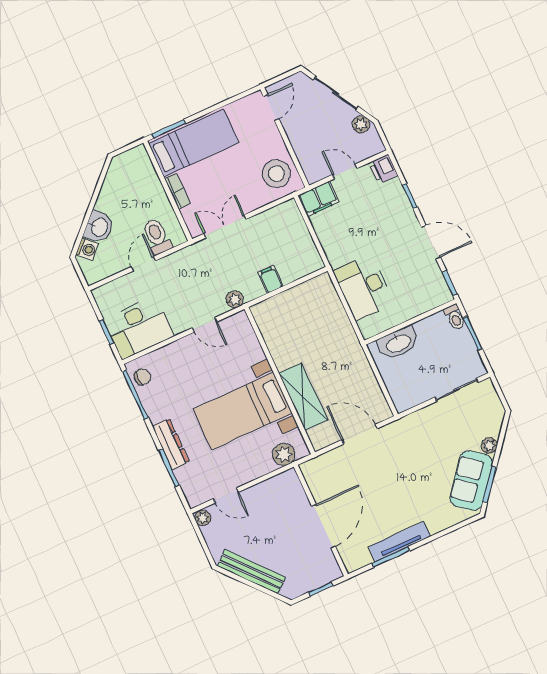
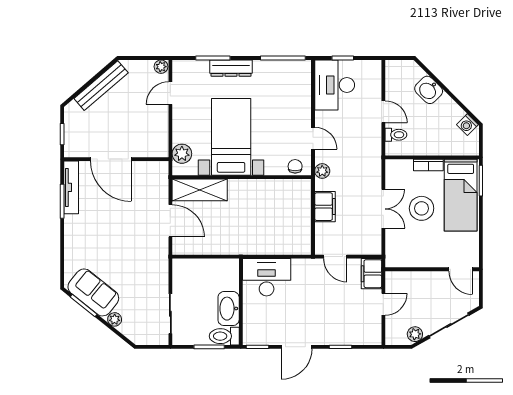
printer: (383, 169) -> (371, 336), removed
stool: (276, 174) -> (422, 208), moved
double door: (225, 226) -> (383, 209), moved
toilet: (157, 236) -> (396, 135), width x0.73, depth x0.72
door: (318, 245) -> (335, 257), added
washing machine: (87, 249) -> (467, 125), moved
filing cabinet: (271, 279) -> (325, 207), width x2.00
desk: (364, 287) -> (267, 277), moved
toilet: (455, 317) -> (224, 336), width x1.37, depth x1.39
door: (205, 325) -> (313, 138), swing flipped
washbasin: (398, 343) -> (229, 309), moved
chair: (142, 377) -> (295, 166), moved, turned 180
shelving: (303, 397) -> (200, 190), moved
door: (359, 434) -> (170, 221), hinge flipped
tv unit: (400, 542) -> (71, 187), moved

